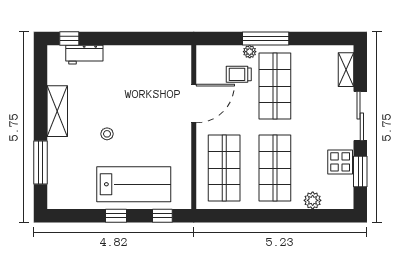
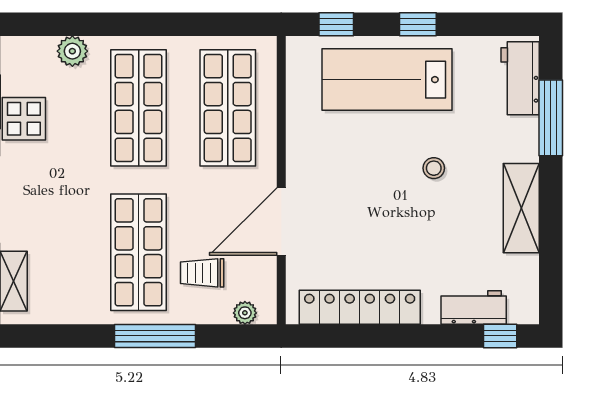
plant: (250, 52) -> (245, 313), moved
locker: (149, 55) -> (360, 307), added
trolley: (239, 74) -> (202, 273), turned 180
workbench: (58, 185) -> (520, 78), added

